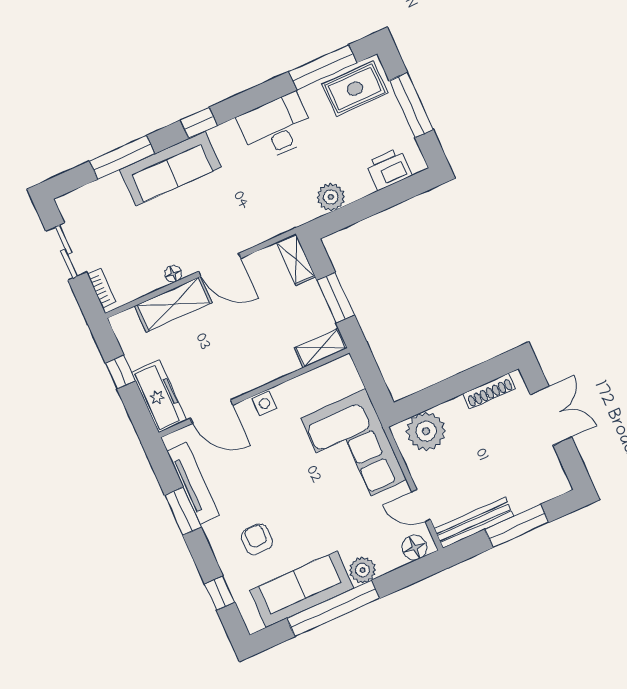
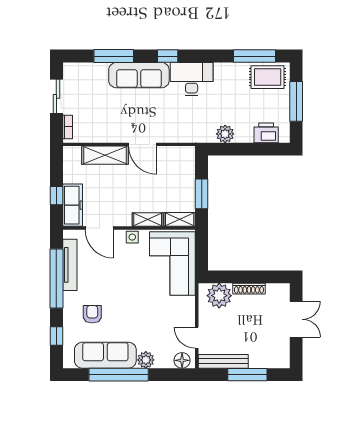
desk: (276, 127) -> (192, 79), moved
shelving: (296, 259) -> (148, 219), moved, turned 90
floor lamp: (173, 274) -> (113, 137), removed
window: (120, 372) -> (56, 196), moved
shoe rack: (489, 391) -> (249, 289), moved
corner sofa: (354, 449) -> (172, 264), moved
window: (183, 511) -> (56, 278), width x2.11

